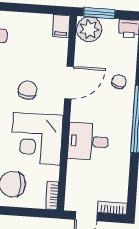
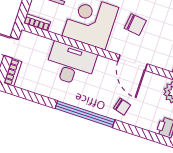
desk: (88, 141) -> (71, 64), width x1.37

